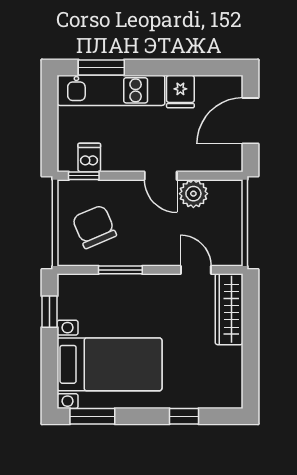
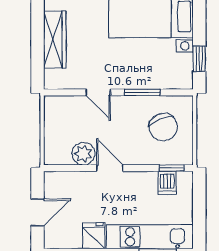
door: (250, 121) -> (38, 212), width x0.73
door: (196, 270) -> (98, 92), moved
wardrobe: (229, 309) -> (55, 40), moved

